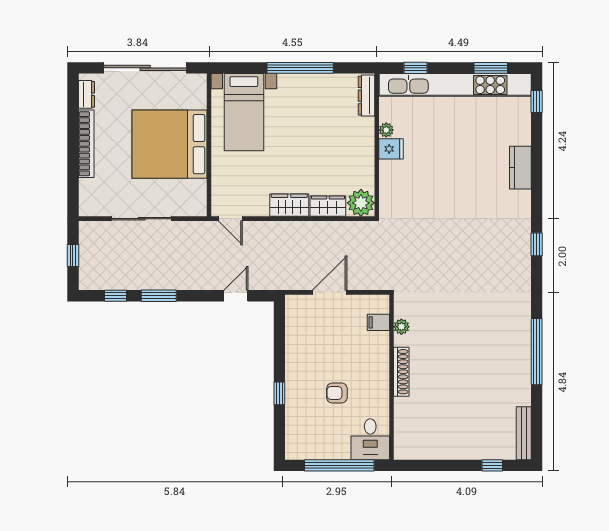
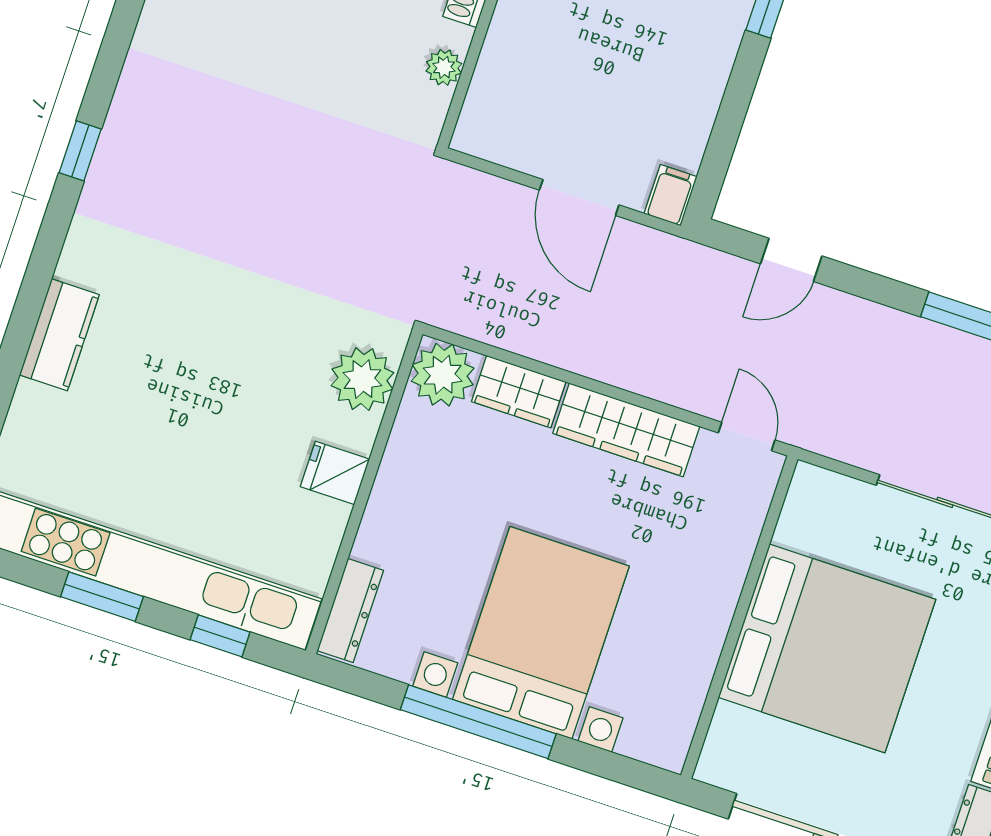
window: (491, 68) -> (102, 597), moved
bed with nightstands: (244, 112) -> (541, 633), moved, width x1.36
plant: (386, 130) -> (362, 379), moved, width x1.87, depth x1.87
wardrobe: (289, 205) -> (626, 430), width x1.50
door: (330, 292) -> (579, 198), hinge flipped
filing cabinet: (378, 322) -> (671, 195), moved, turned -90

